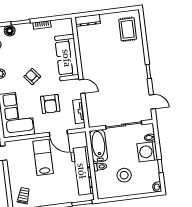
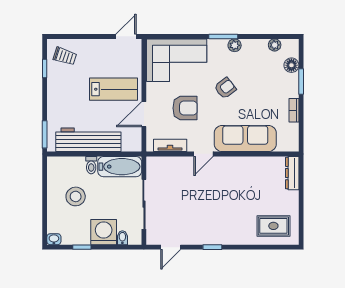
armchair: (50, 104) -> (185, 108), turned 180

